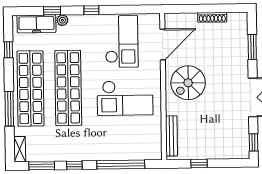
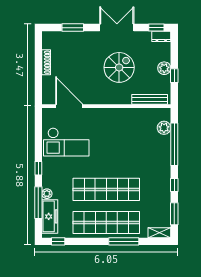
window: (52, 11) -> (38, 203), width x2.17
checkout: (122, 42) -> (66, 142), turned 180
window: (8, 50) -> (58, 241), moved
spiral stairs: (188, 83) -> (119, 67), moved, turned -90
checkout: (125, 98) -> (116, 140), removed
dresser: (244, 148) -> (161, 36), added
plant: (207, 152) -> (164, 68), added
plant: (139, 153) -> (164, 128), added

